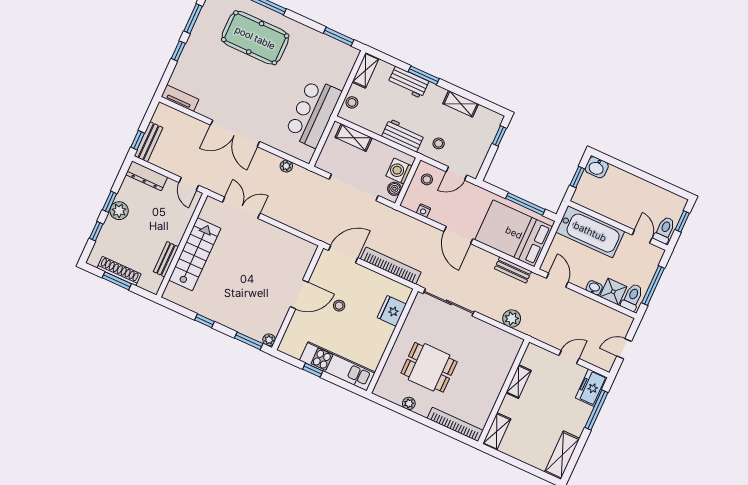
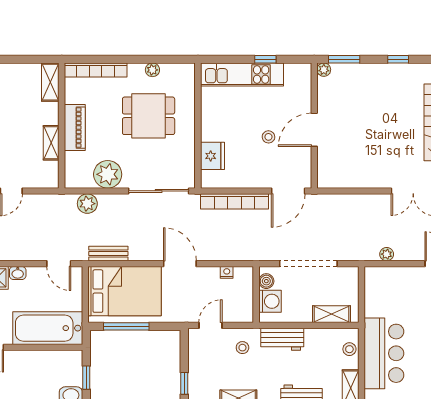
bar counter: (313, 113) -> (384, 353), moved
stool: (427, 179) -> (238, 306), removed
plant: (484, 335) -> (108, 174), added
piano: (494, 385) -> (75, 128), added

